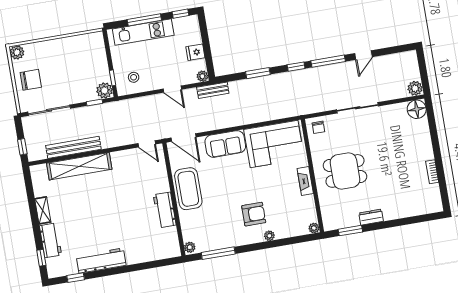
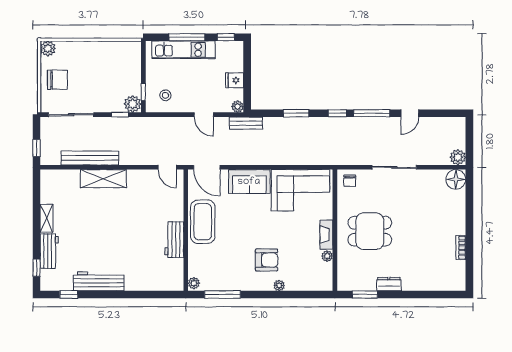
shelving: (79, 166) -> (103, 179), width x0.68
plant: (314, 228) -> (327, 256), moved

